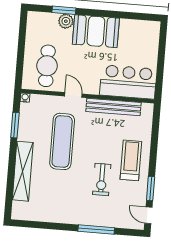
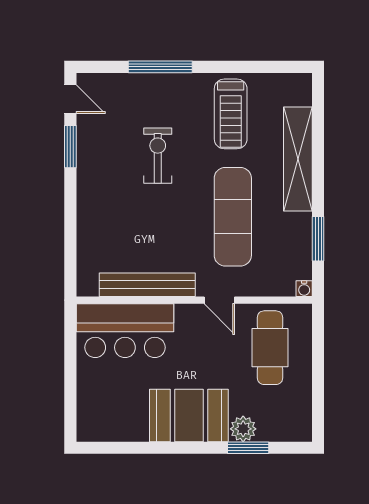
treadmill: (131, 160) -> (231, 114), moved

